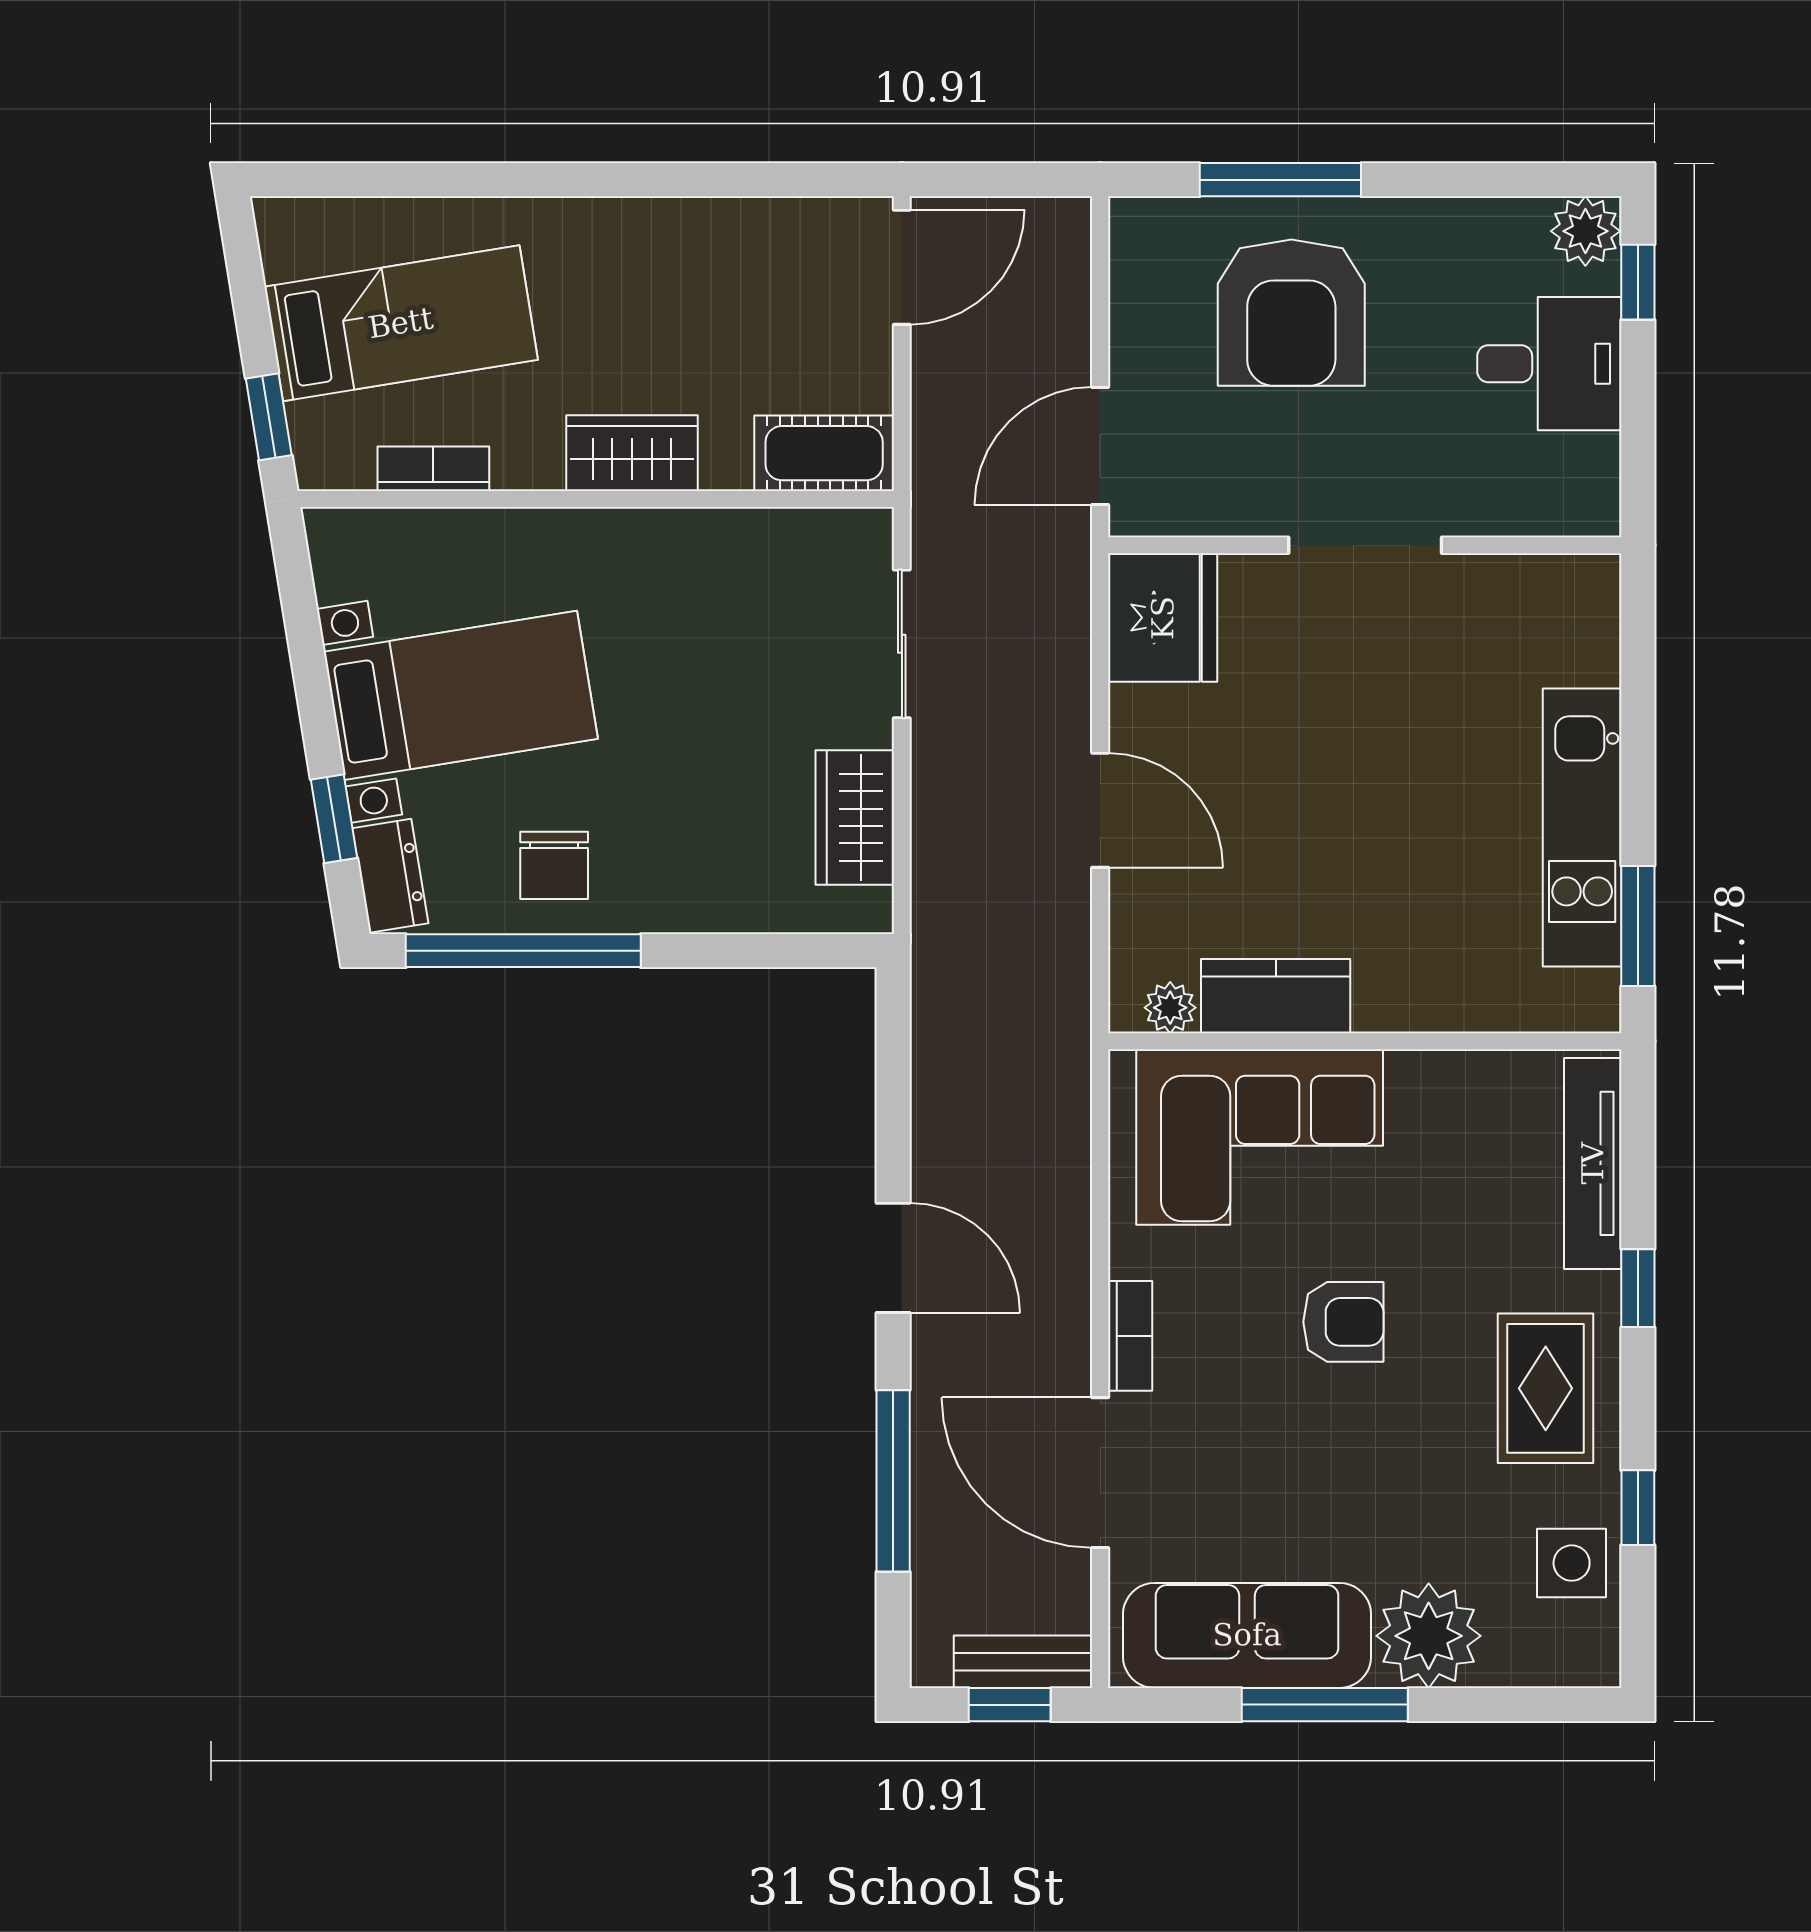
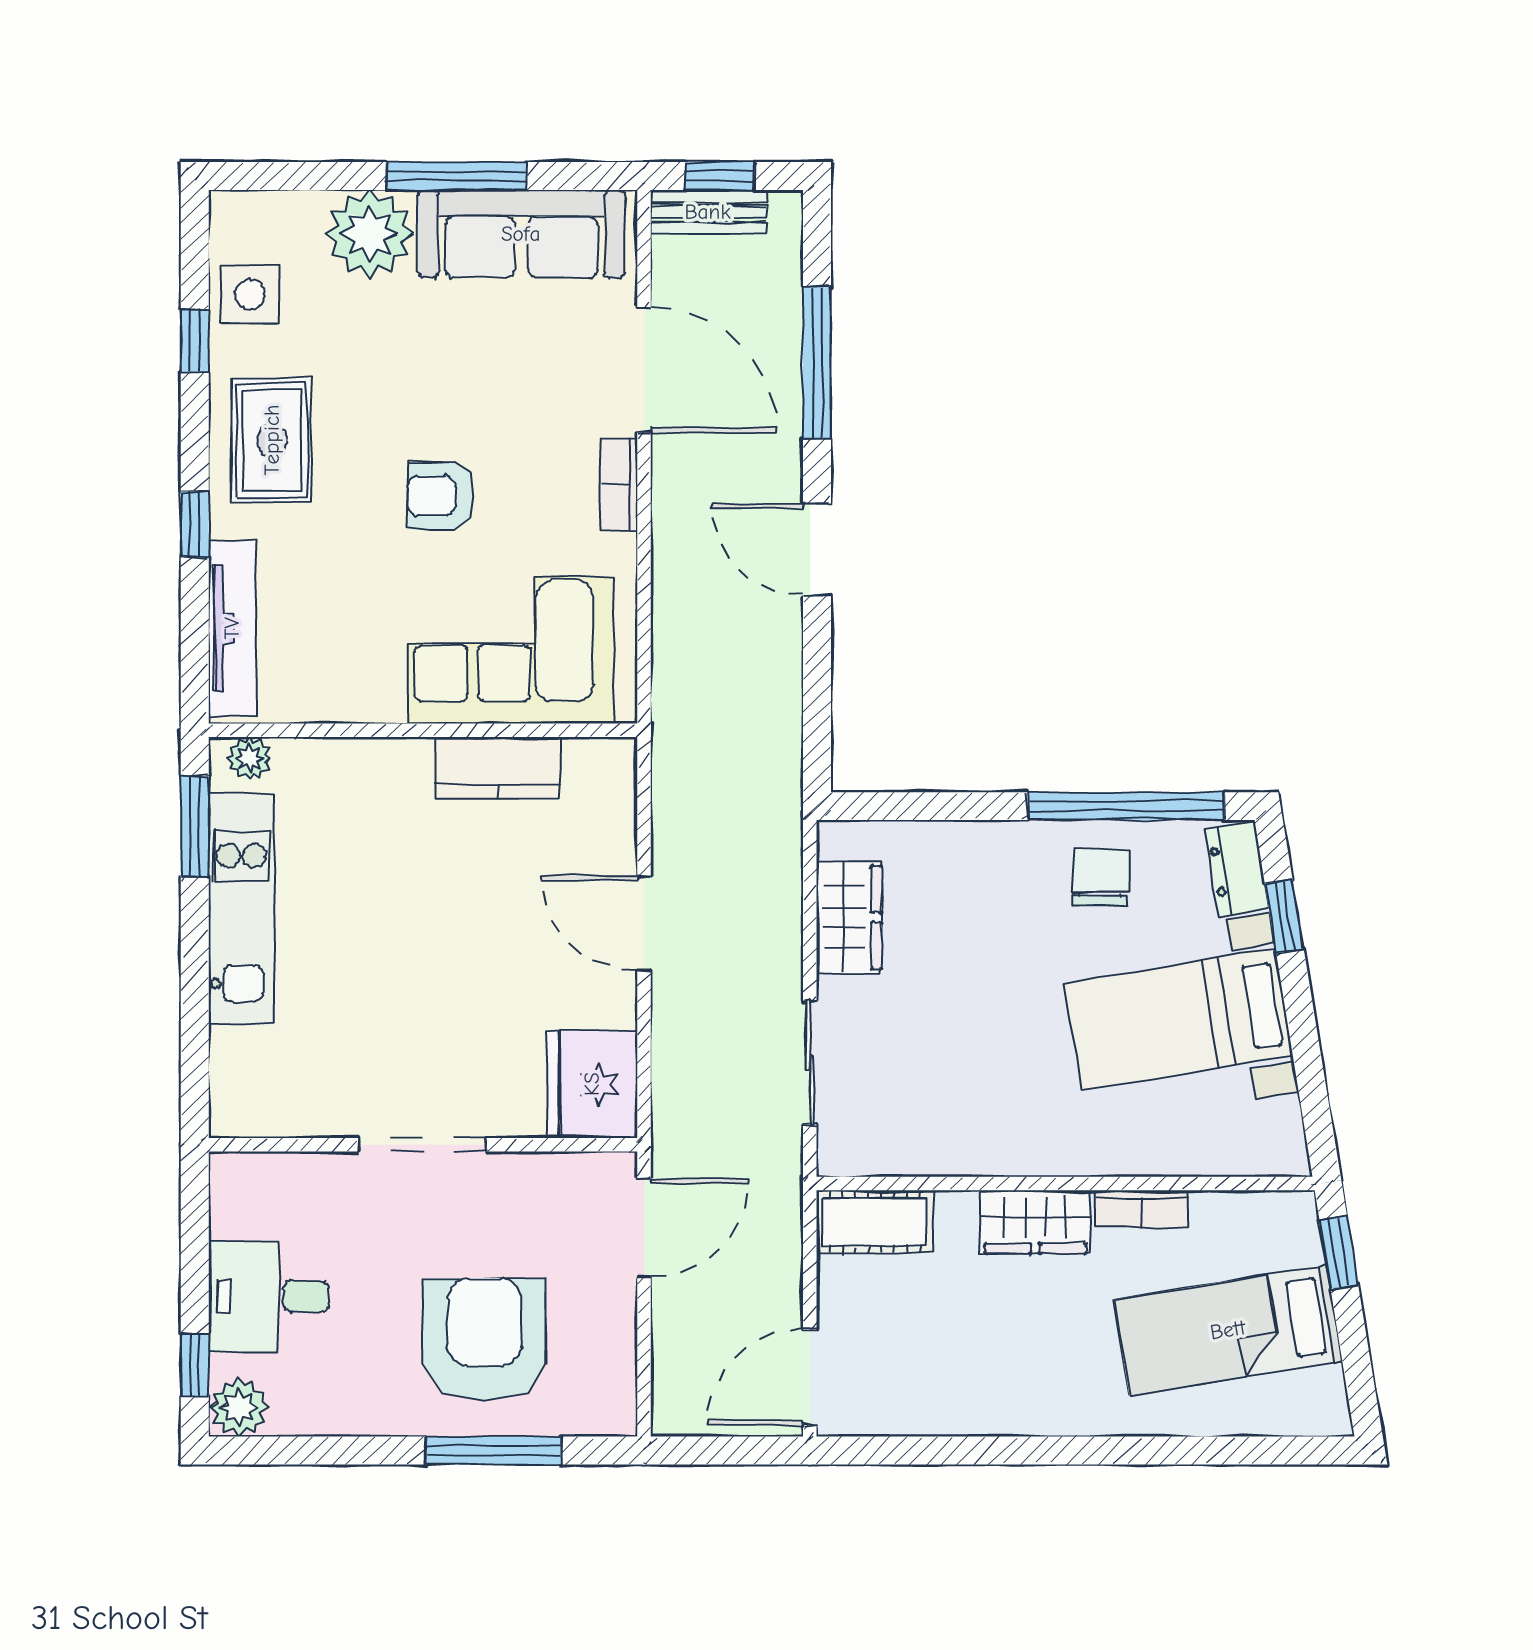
bookcase: (433, 469) -> (1141, 1209), moved
plant: (1170, 1008) -> (249, 759), moved

